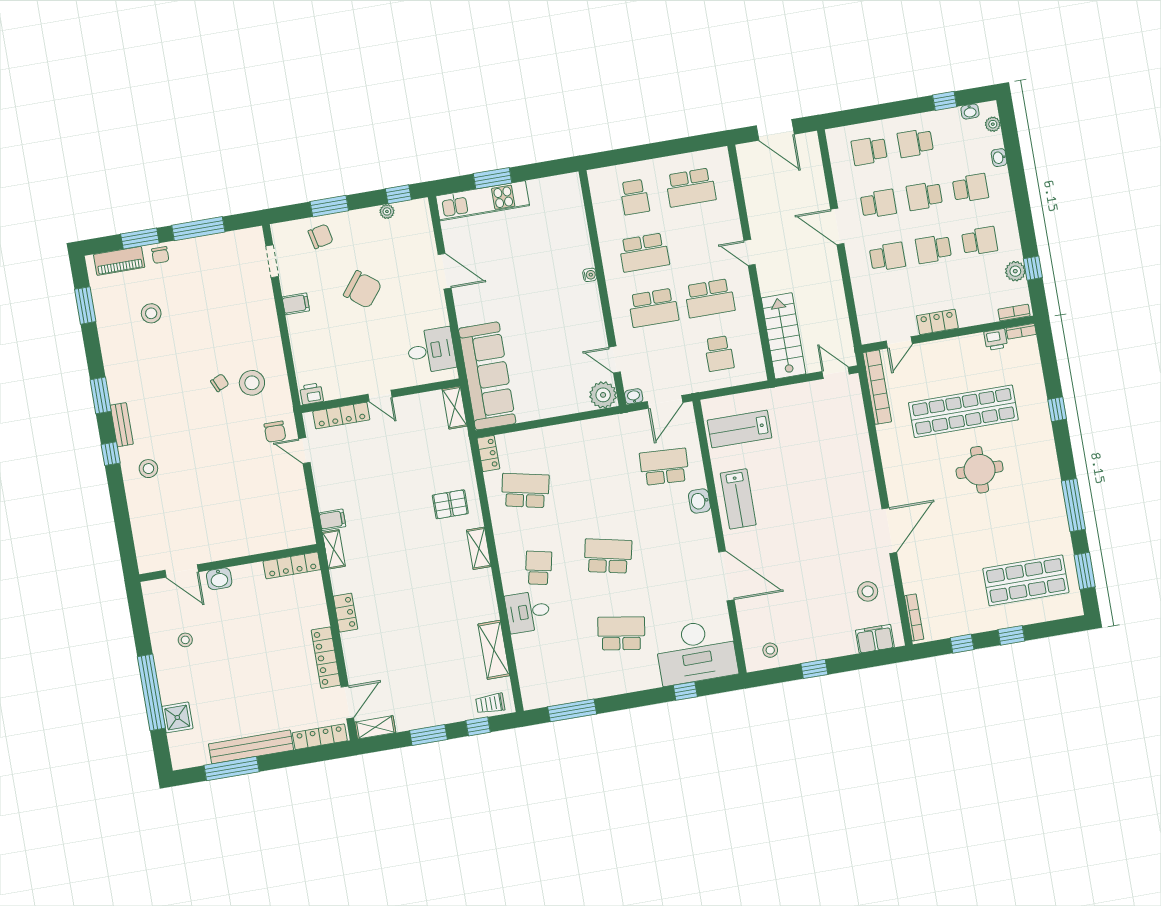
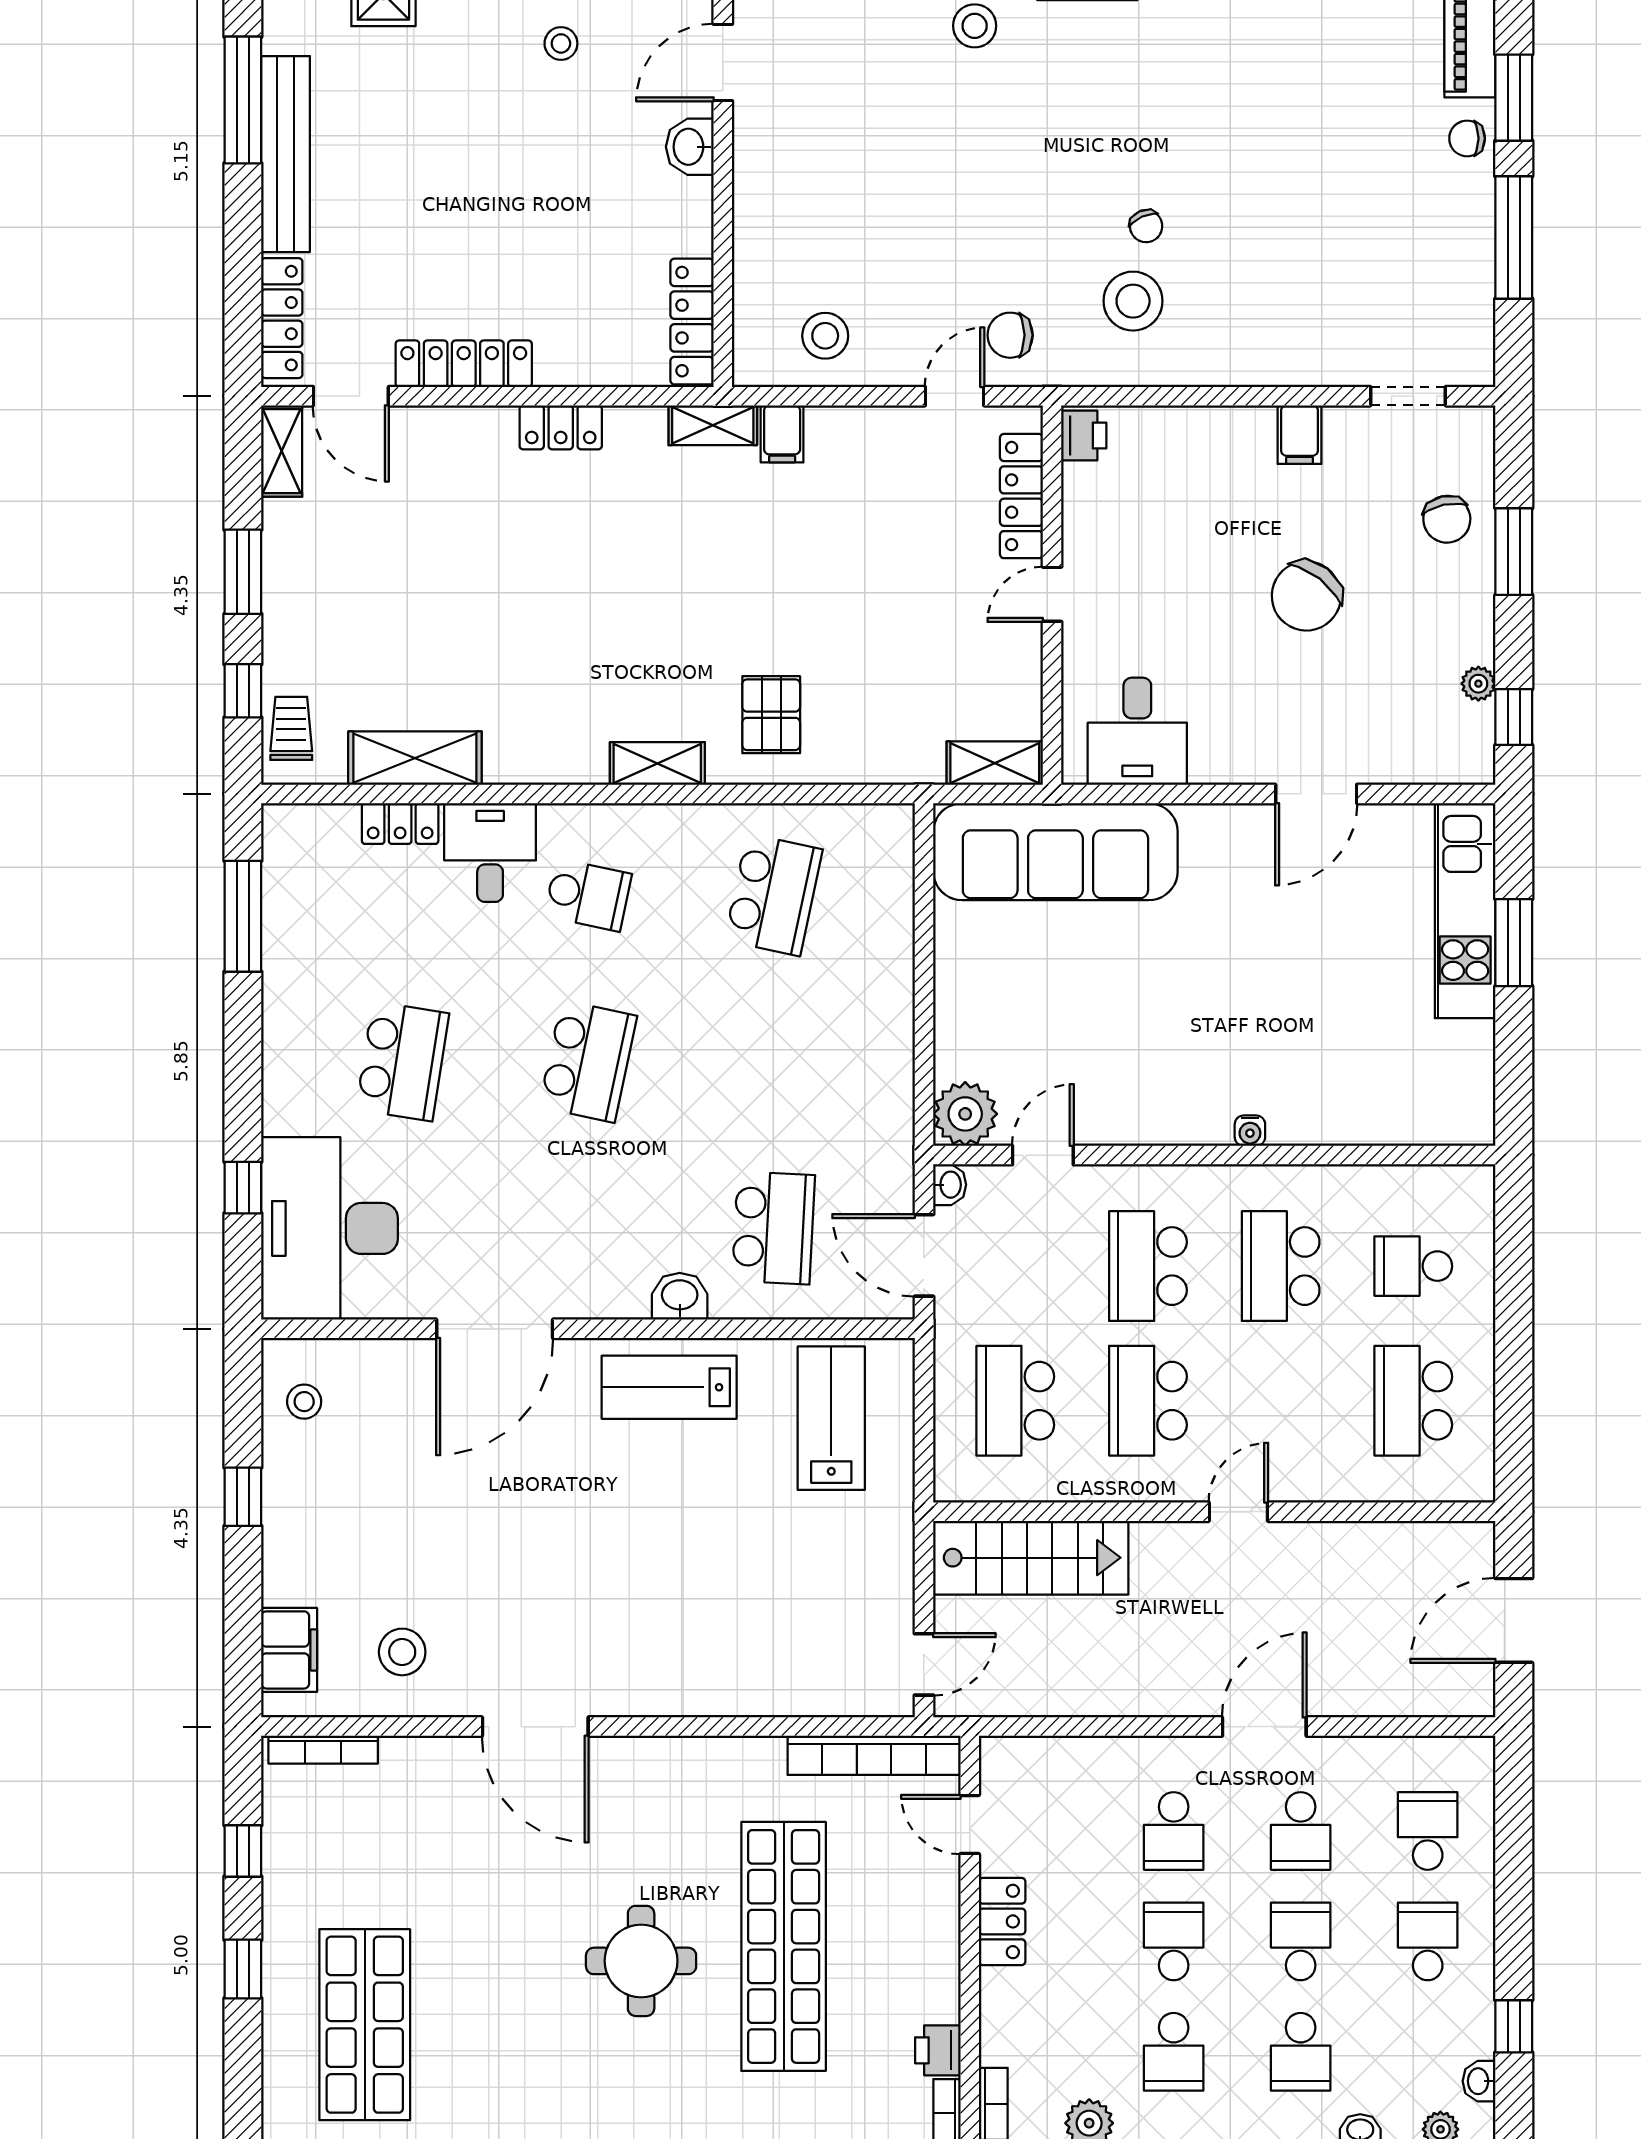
stool: (151, 313) -> (825, 336), moved
school desk: (719, 354) -> (1015, 1401), width x1.85
locker: (488, 453) -> (400, 824), moved

